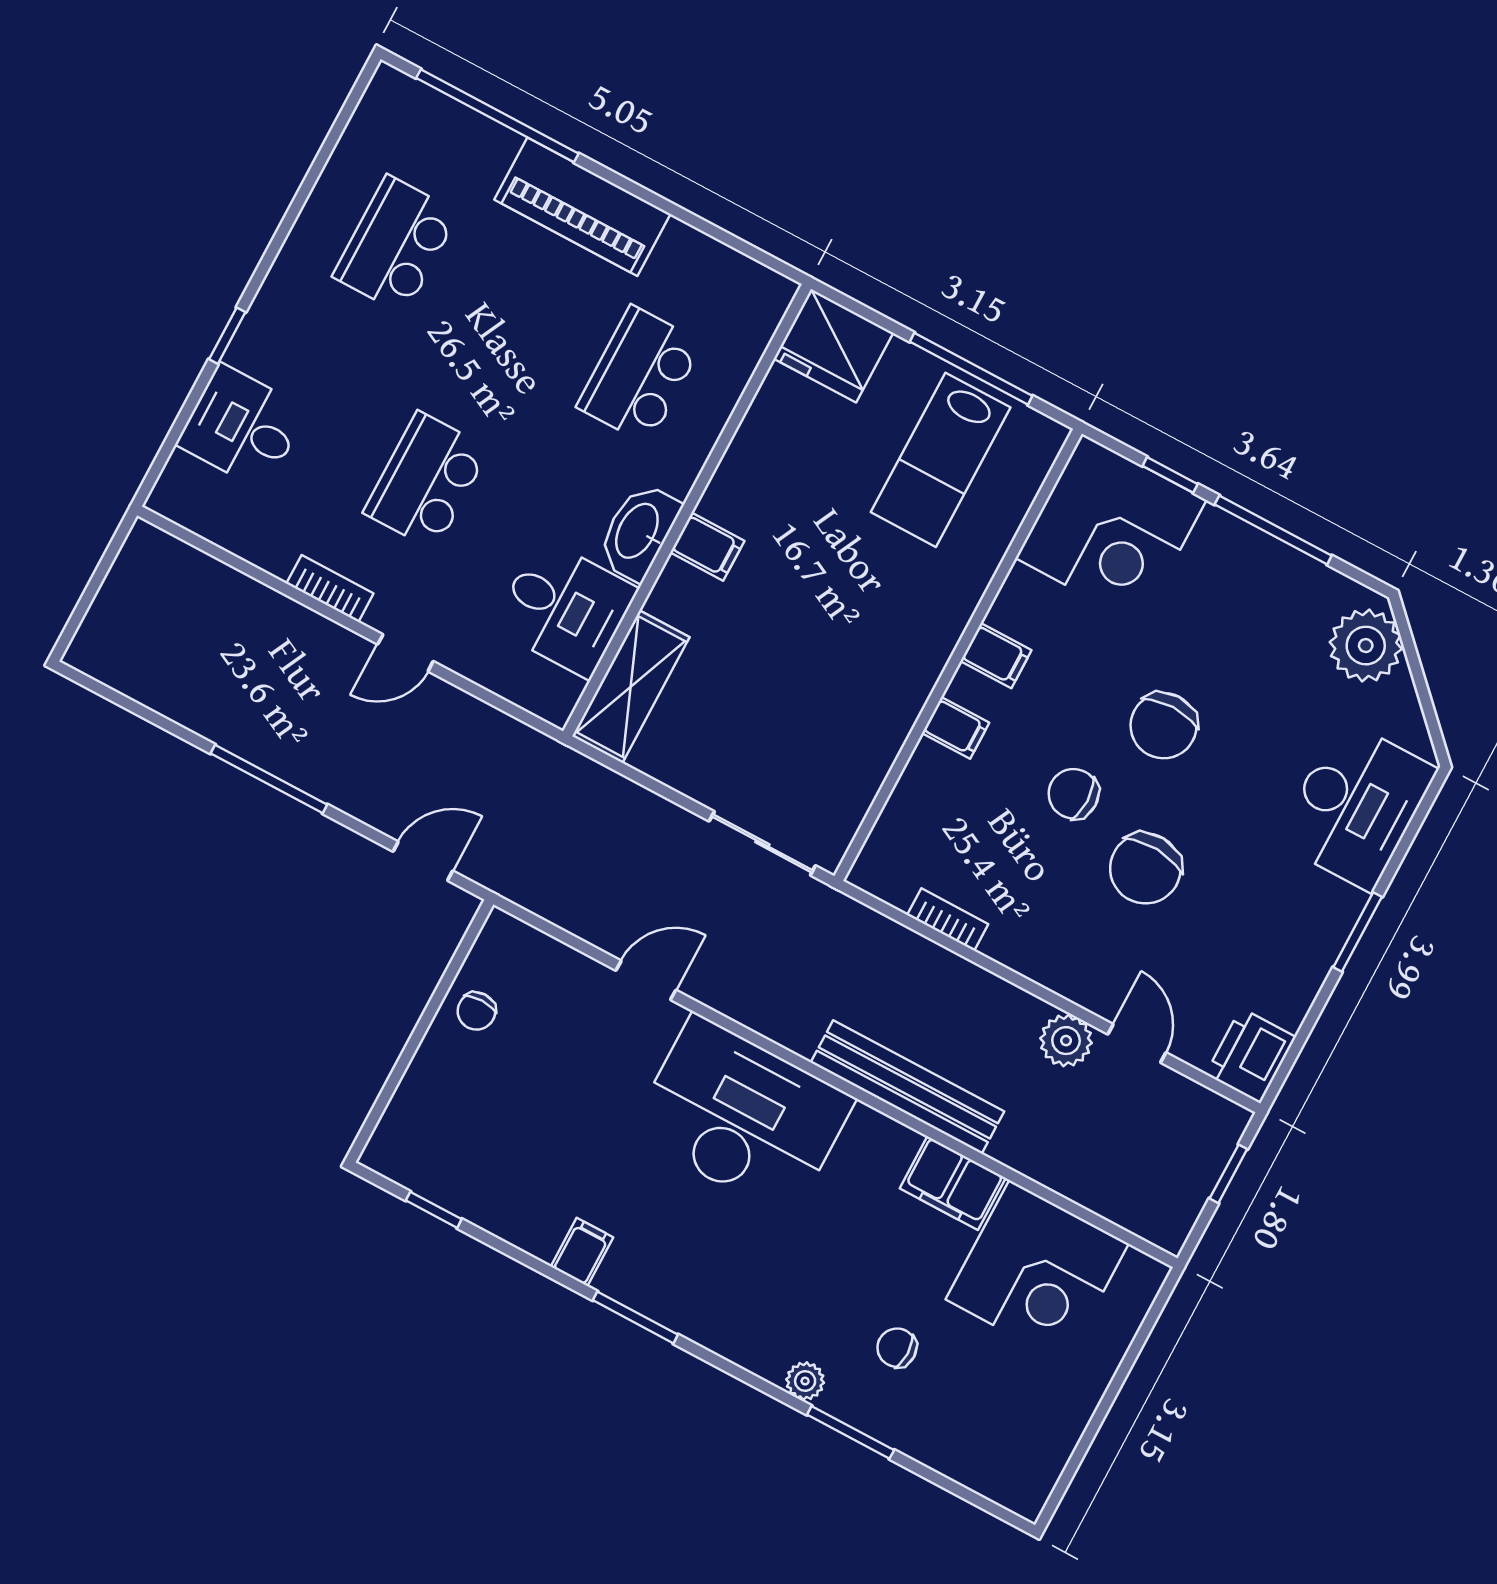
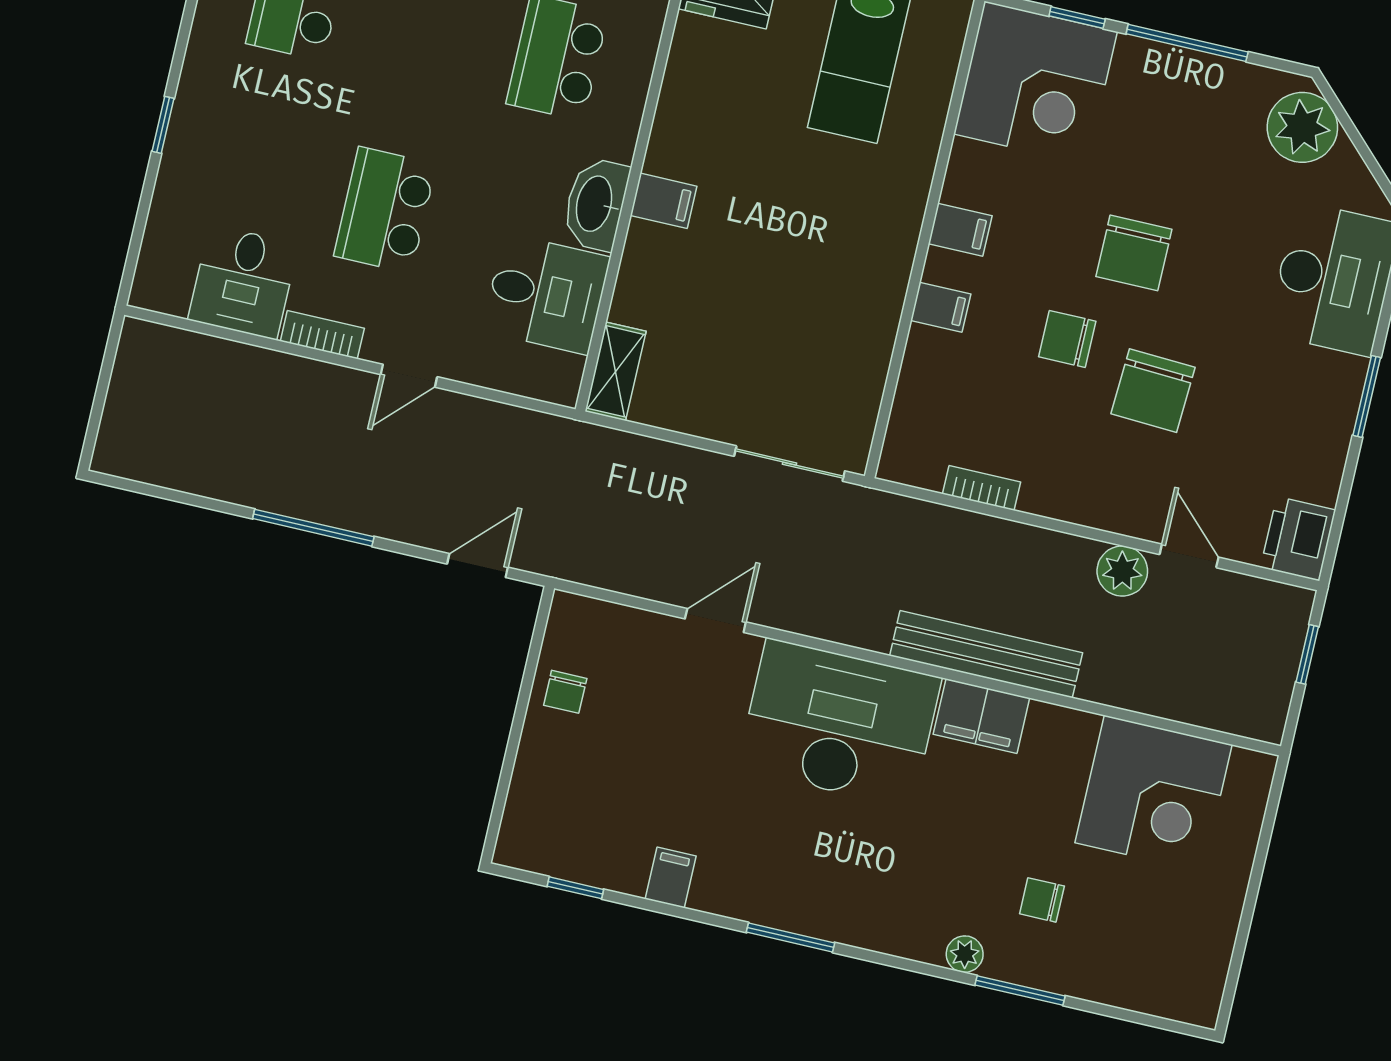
desk: (242, 427) -> (243, 282), moved, turned -90
shelving: (631, 687) -> (616, 371), width x0.67, depth x0.75
filing cabinet: (953, 1183) -> (981, 716), moved
filing cabinet: (582, 1252) -> (671, 878), moved

